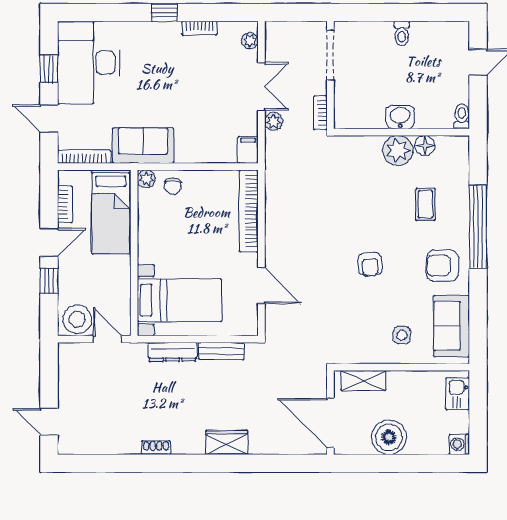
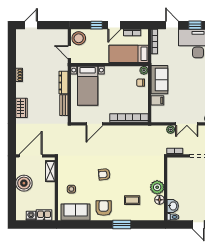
washbasin: (400, 117) -> (173, 206), moved
door: (49, 119) -> (172, 25), hinge flipped
sofa: (143, 146) -> (159, 80), moved
filing cabinet: (248, 150) -> (157, 100), moved
window: (478, 227) -> (122, 225), width x0.47
door: (49, 242) -> (114, 25), hinge flipped
door: (107, 339) -> (69, 52), swing flipped
washing machine: (459, 444) -> (31, 216), moved

